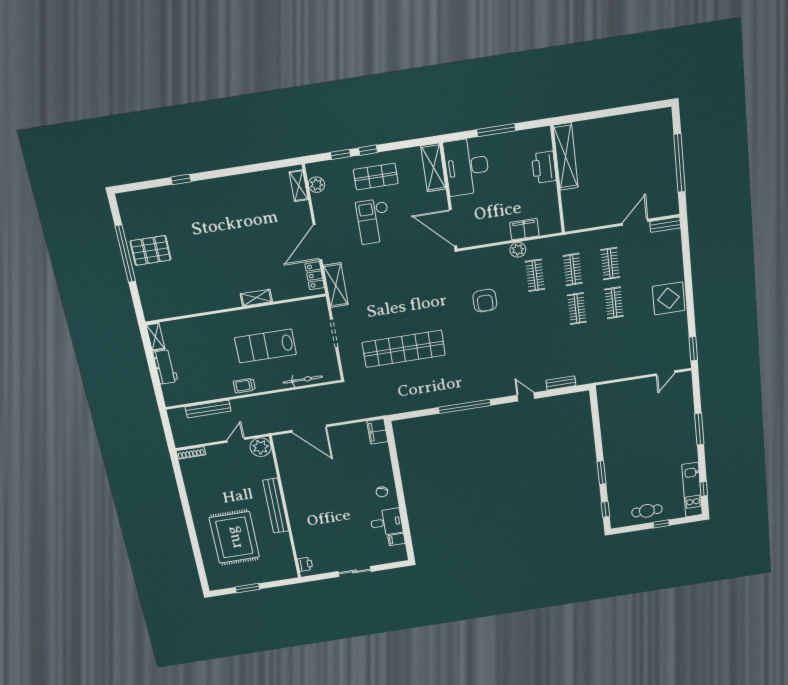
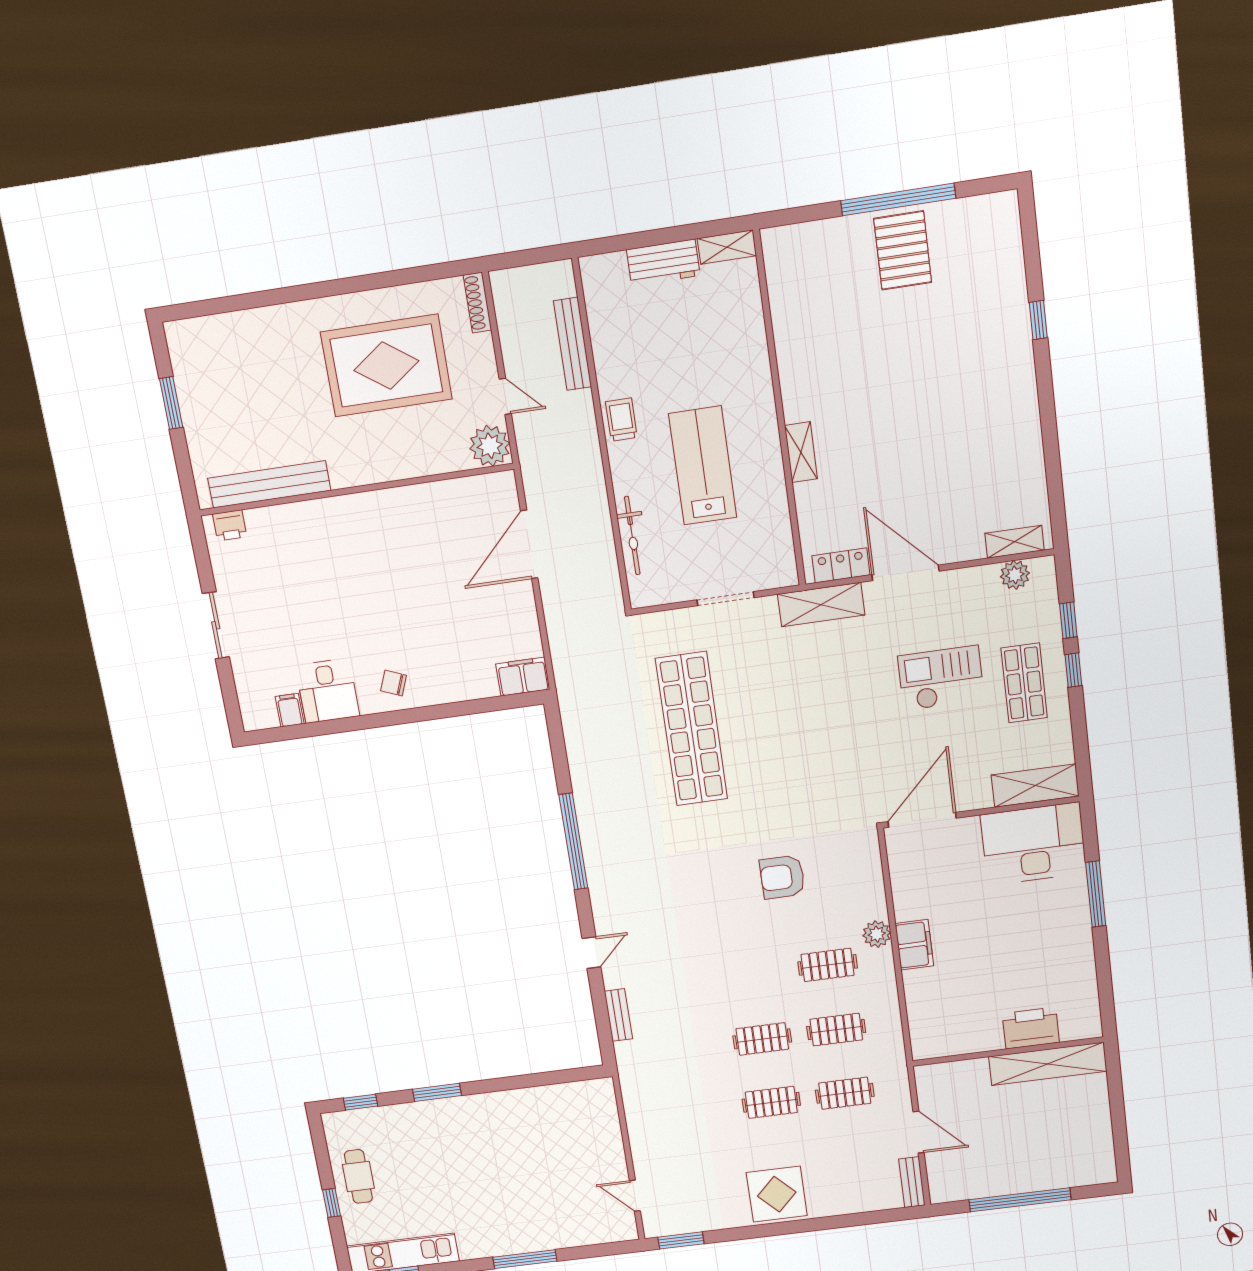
shelving: (566, 157) -> (1048, 1064), moved
printer: (544, 167) -> (1031, 1028), moved
wall: (558, 179) -> (1008, 1051), moved
bench: (276, 506) -> (269, 484), moved
rug: (234, 537) -> (386, 366), moved

